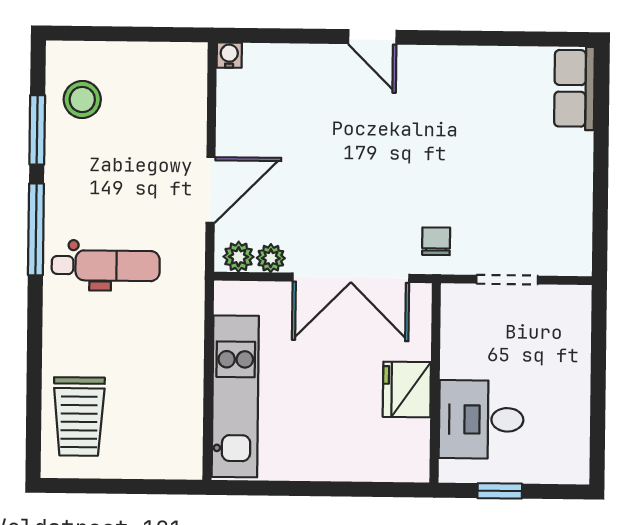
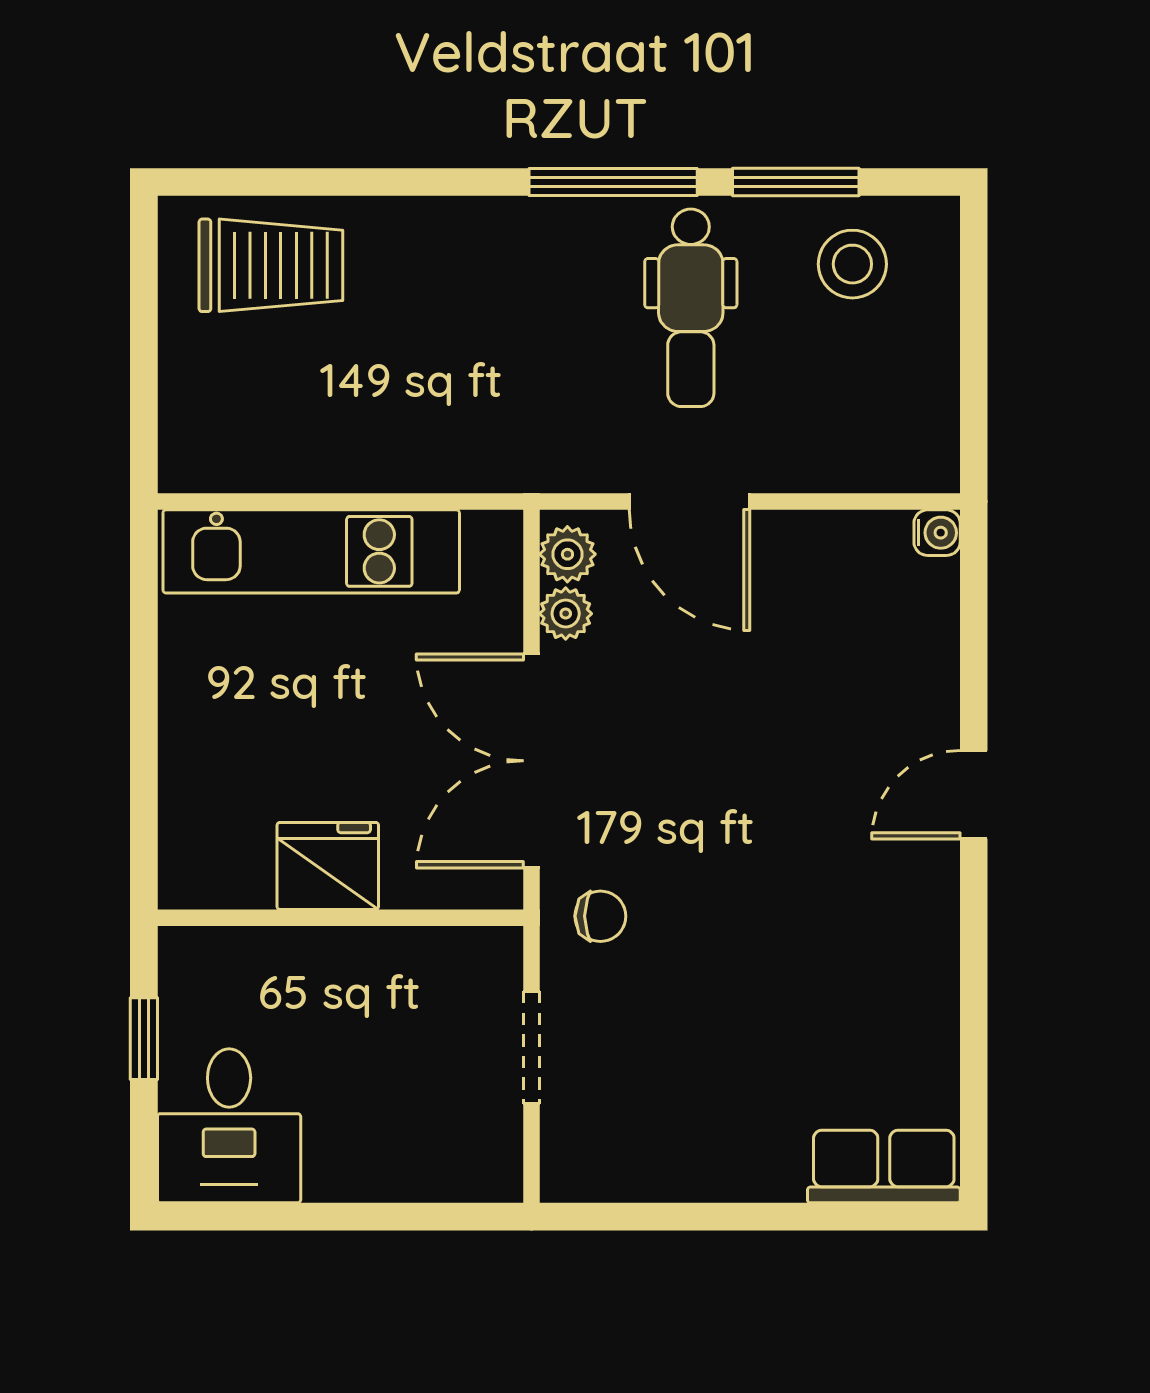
dental chair: (106, 266) -> (691, 308), moved
trolley: (79, 416) -> (271, 265), turned 180
desk: (481, 420) -> (229, 1126), moved, turned 180

